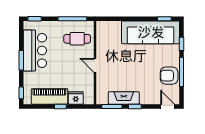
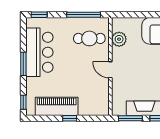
plant: (102, 39) -> (119, 39), added
fridge: (76, 98) -> (88, 108), removed

